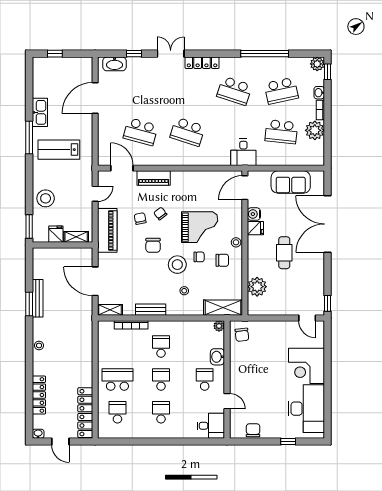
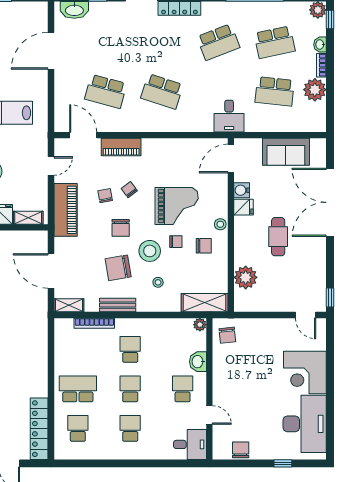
school desk: (234, 91) -> (218, 42), turned -39
chair: (151, 279) -> (118, 268), added

